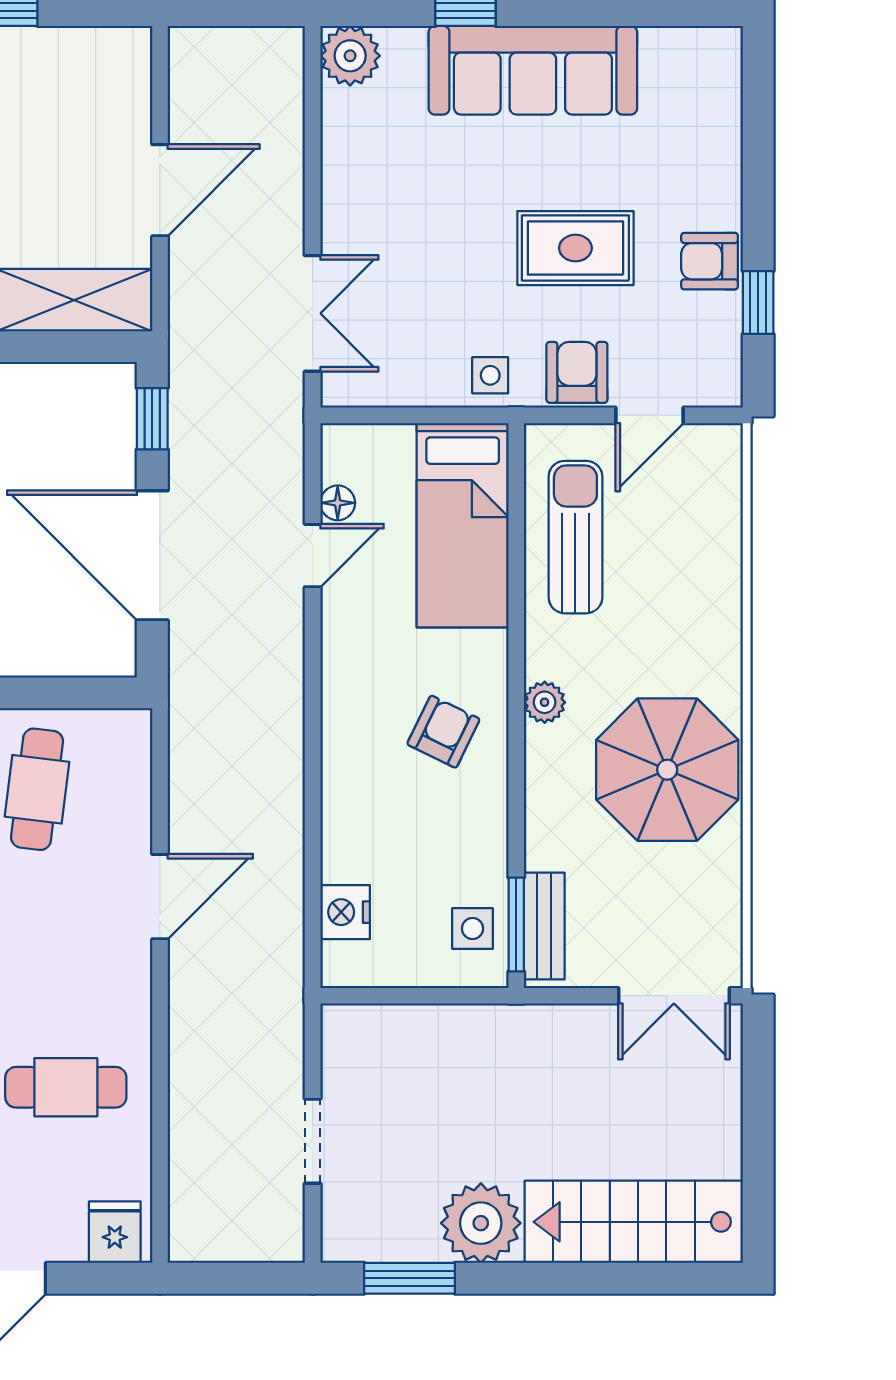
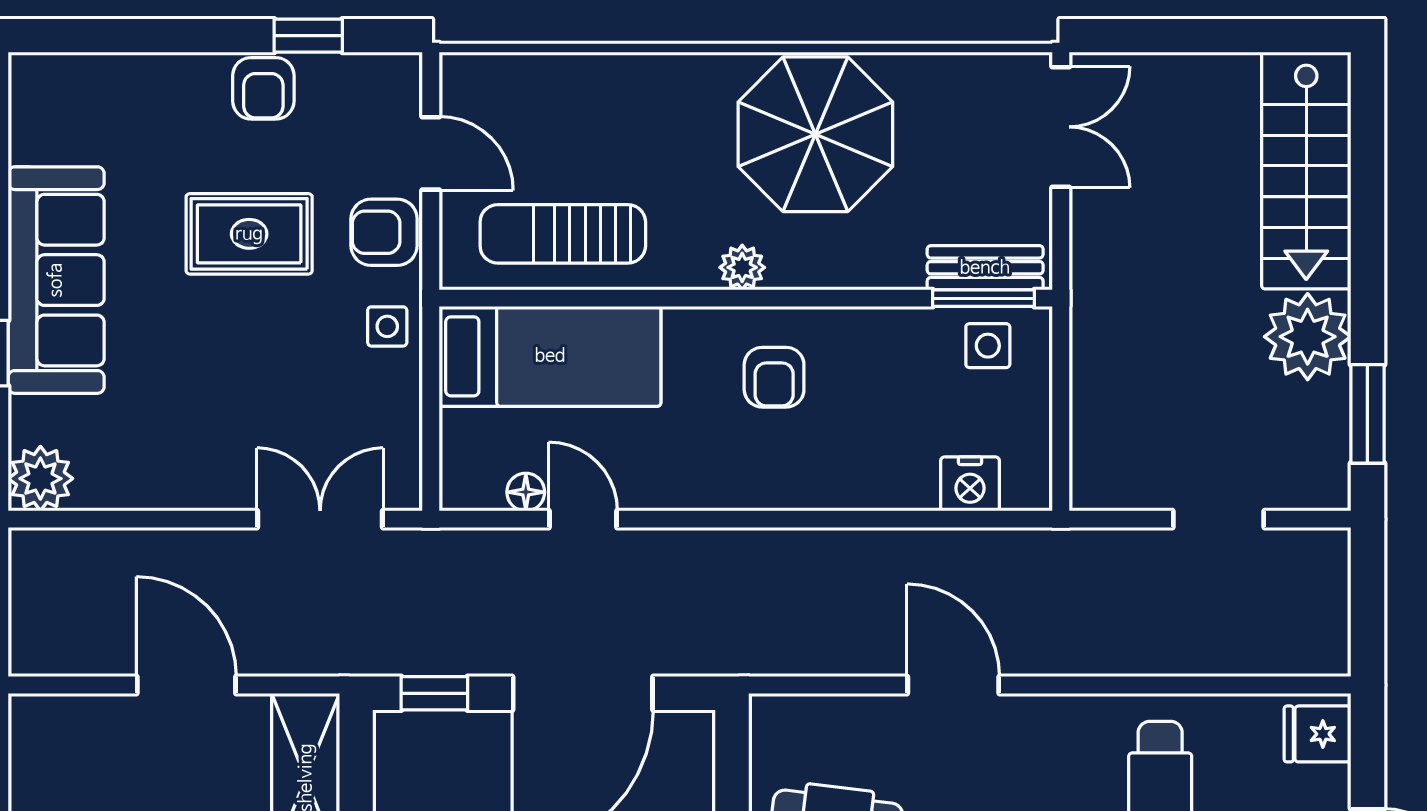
rug: (575, 248) -> (249, 234), turned 90
armchair: (443, 732) -> (774, 377), turned -116

